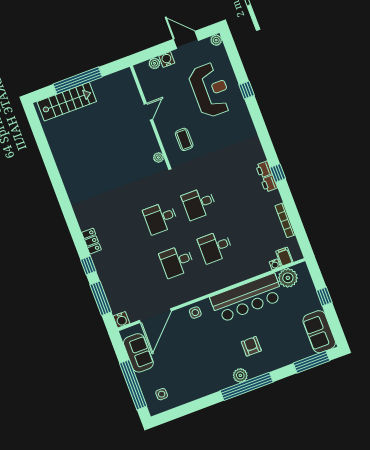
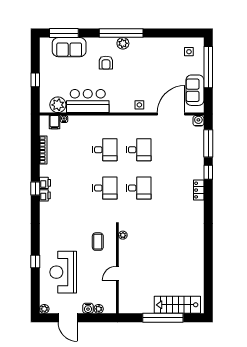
bar counter: (247, 298) -> (88, 101), width x0.73
sofa: (319, 332) -> (69, 47), moved, turned 90

